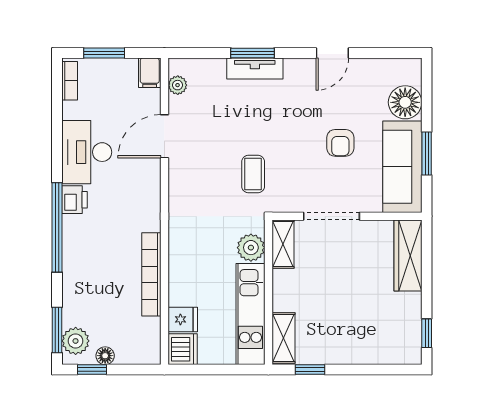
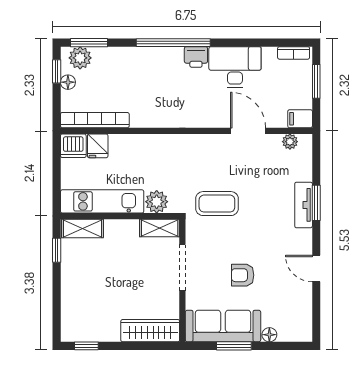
floor lamp: (405, 102) -> (269, 335), width x0.53, depth x0.53
coffee table: (253, 174) -> (217, 204), width x1.36, depth x1.30
bookcase: (151, 274) -> (95, 120), moved

